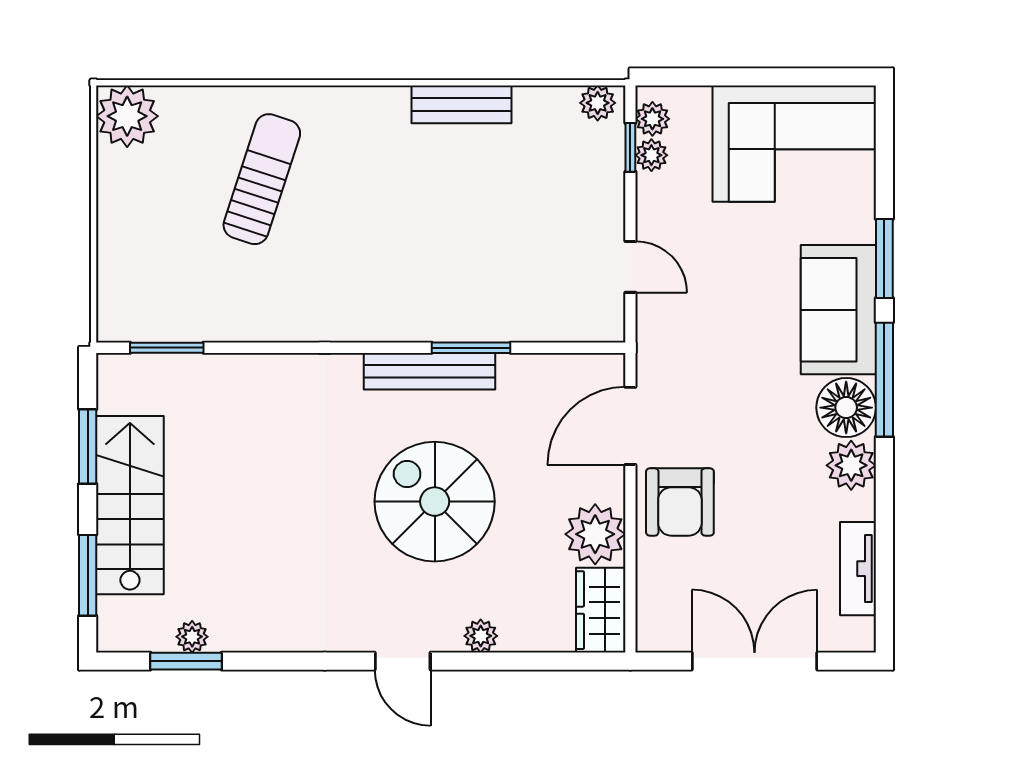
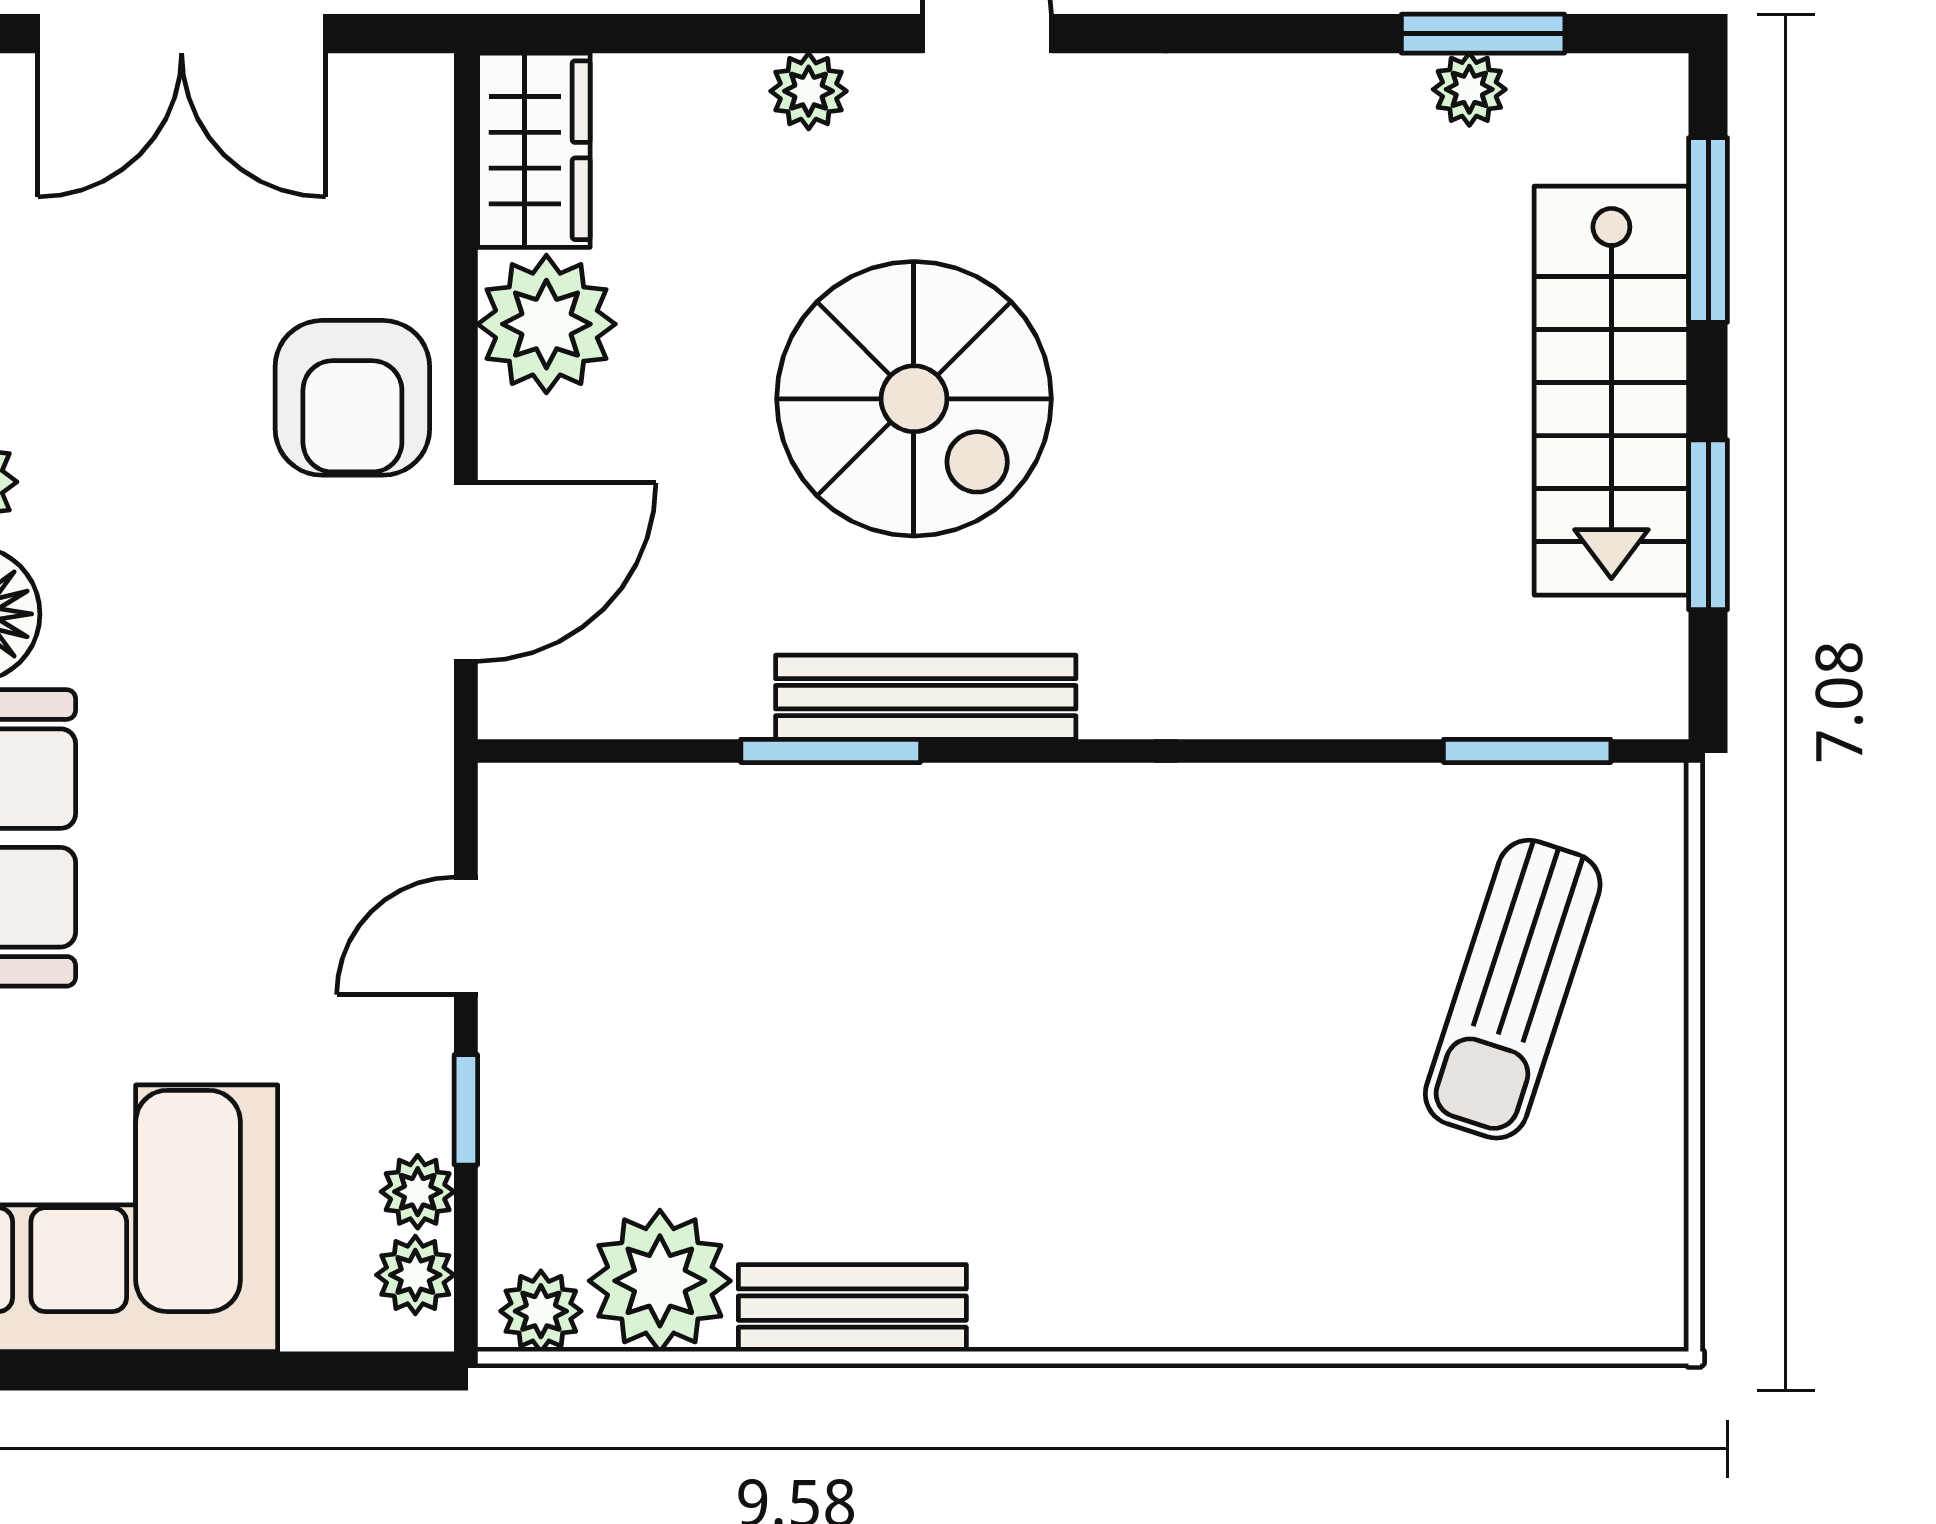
plant: (127, 116) -> (660, 1281), moved
window: (630, 147) -> (466, 1110), moved
sun lounger: (262, 179) -> (1513, 989), moved
door: (630, 267) -> (466, 936), hinge flipped
armchair: (680, 502) -> (352, 398), turned 180

